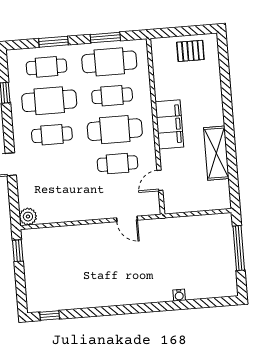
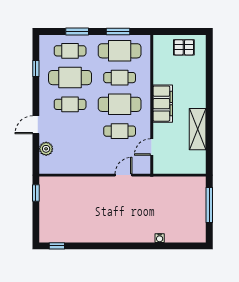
plant: (28, 217) -> (46, 149), moved
door: (127, 219) -> (124, 175), swing flipped

